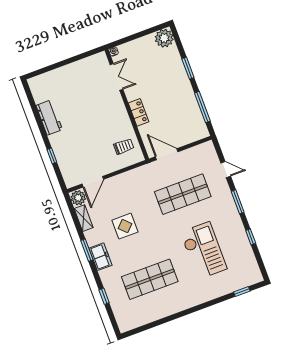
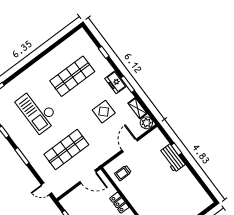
workbench: (49, 117) -> (172, 158), moved
door: (226, 170) -> (47, 189), moved
door: (93, 182) -> (130, 145), moved

